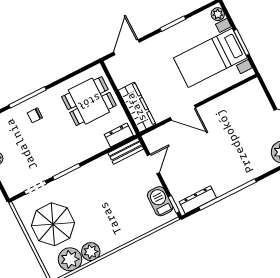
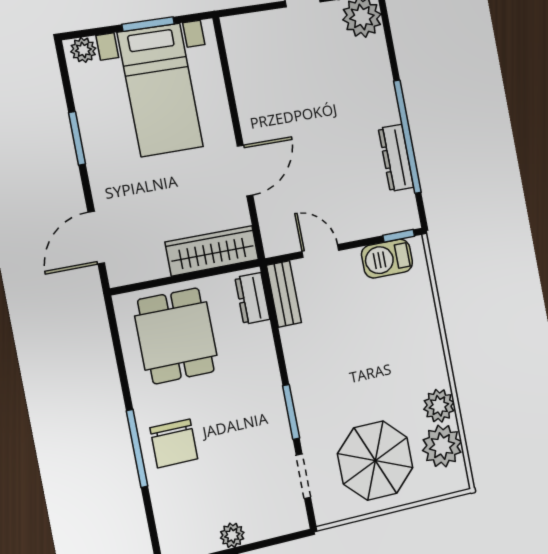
door: (126, 47) -> (96, 238), hinge flipped
chair: (35, 115) -> (174, 443), width x1.87, depth x1.87
dresser: (198, 200) -> (396, 158), moved

